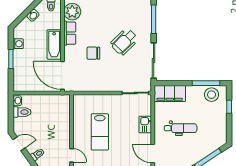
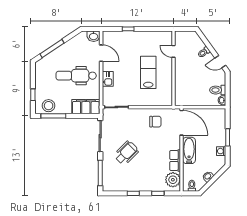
chair: (93, 53) -> (155, 122), moved
dental chair: (181, 128) -> (76, 76), width x1.36, depth x1.38

